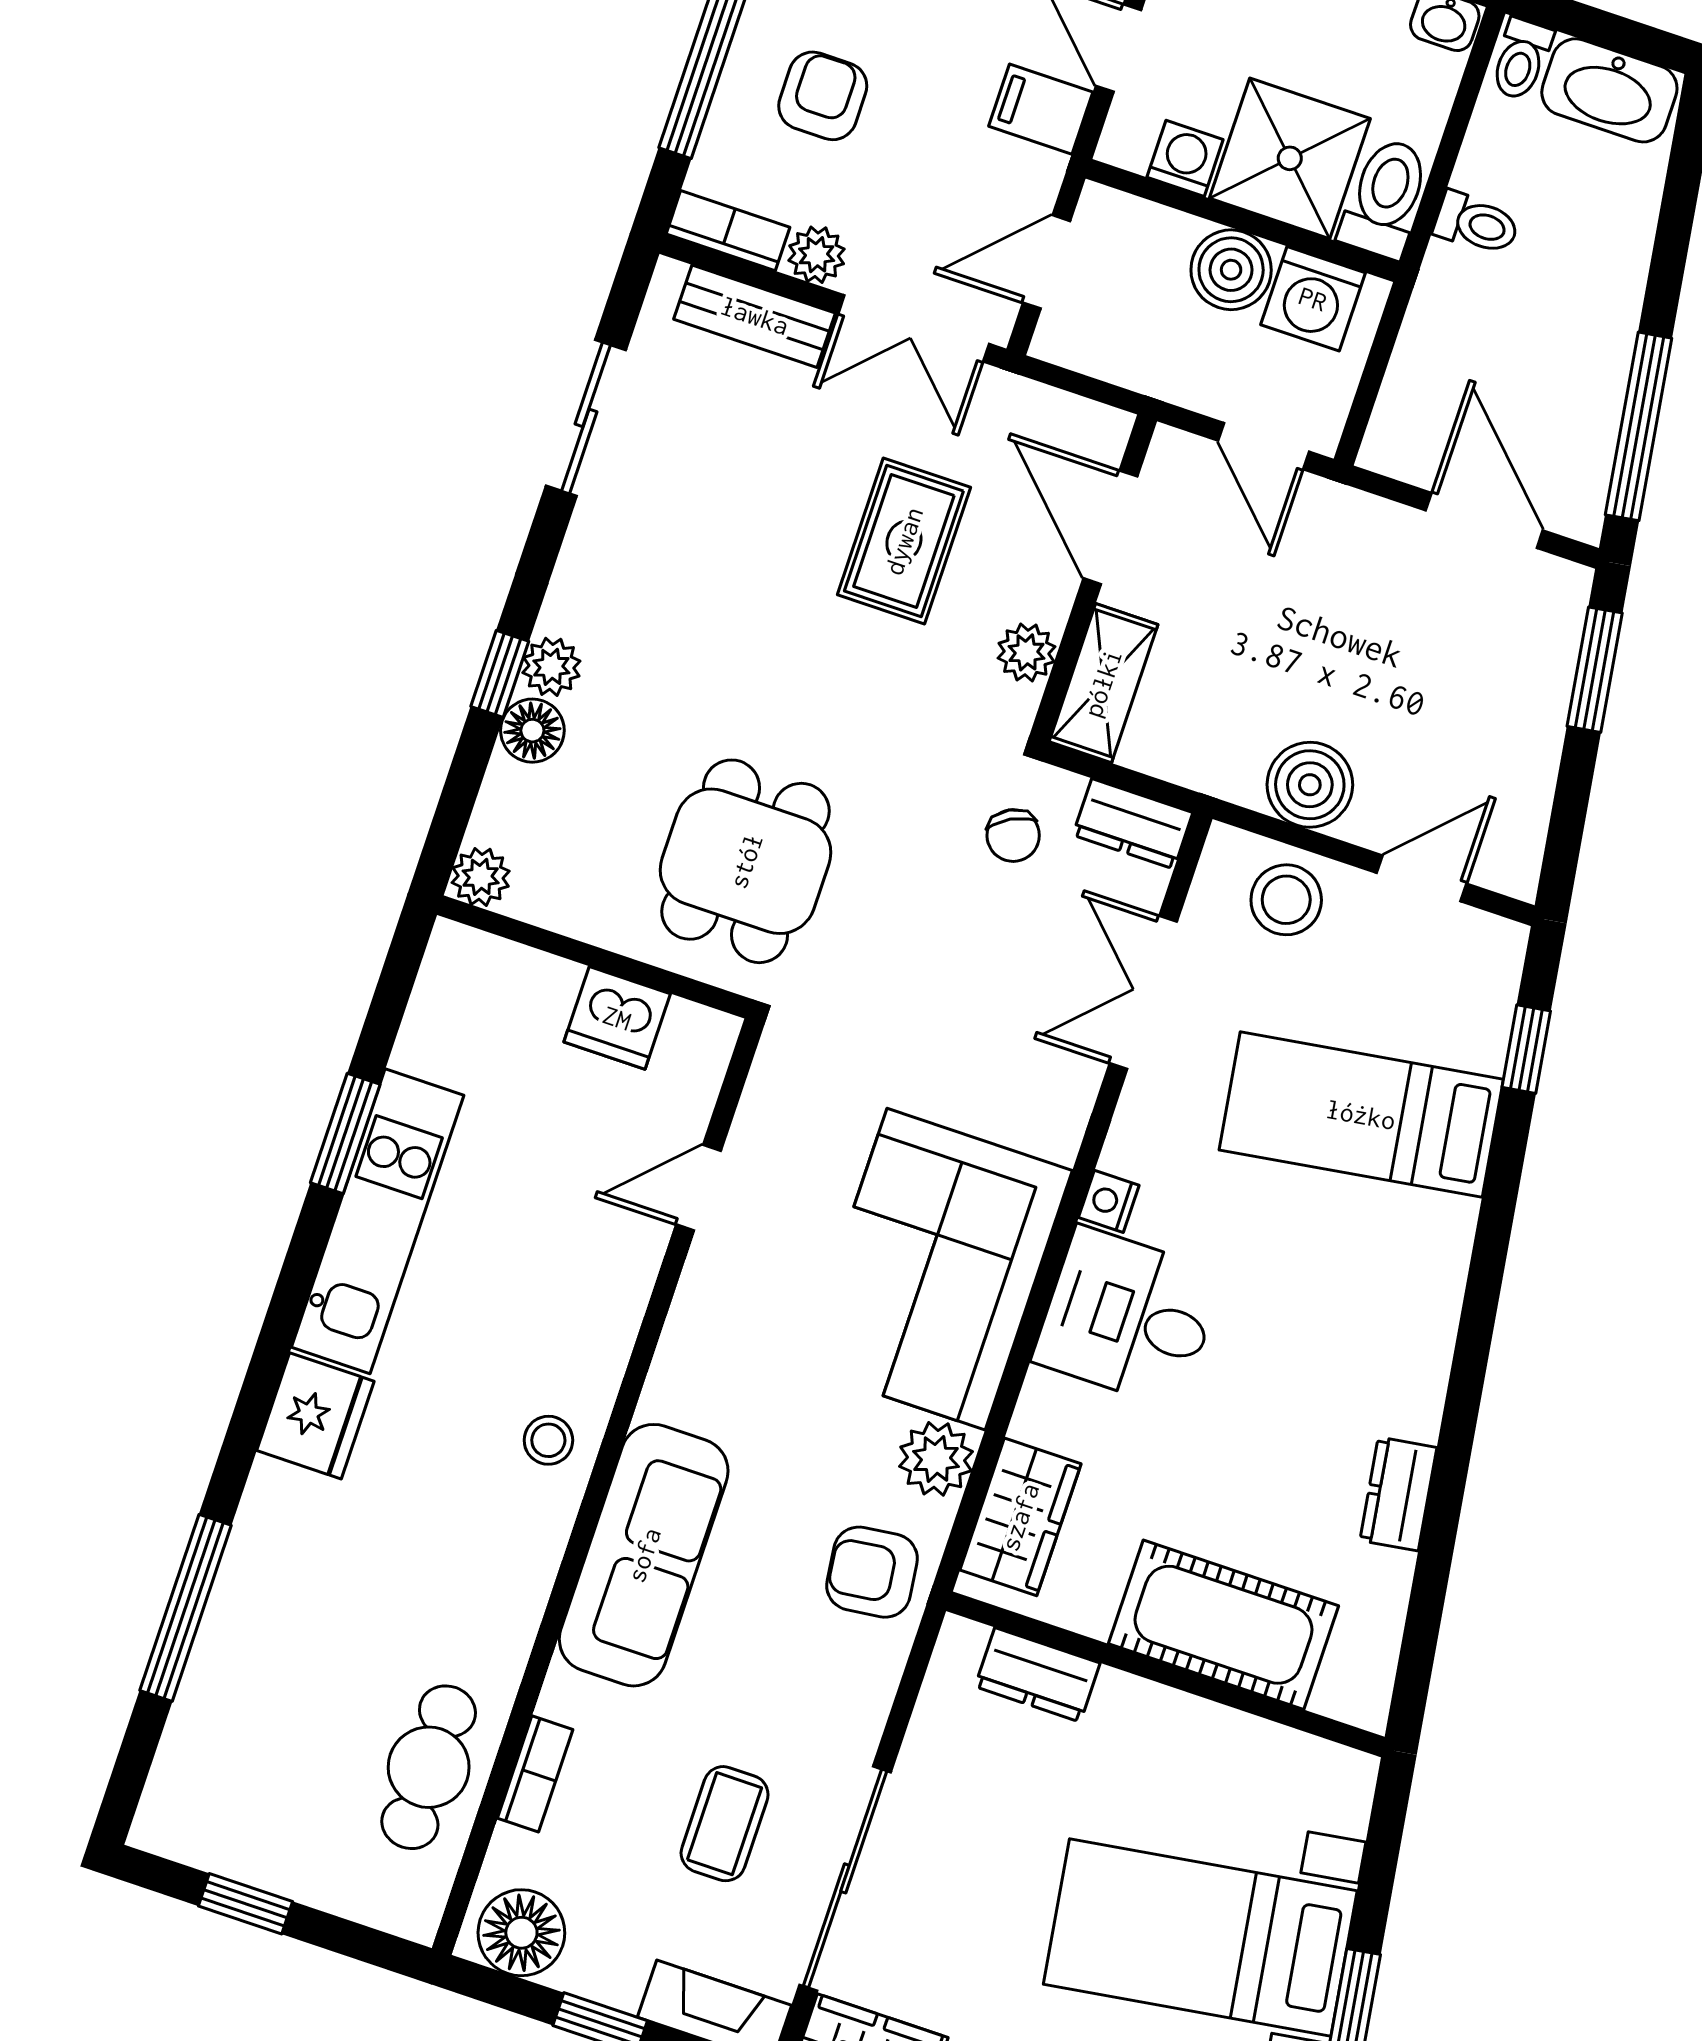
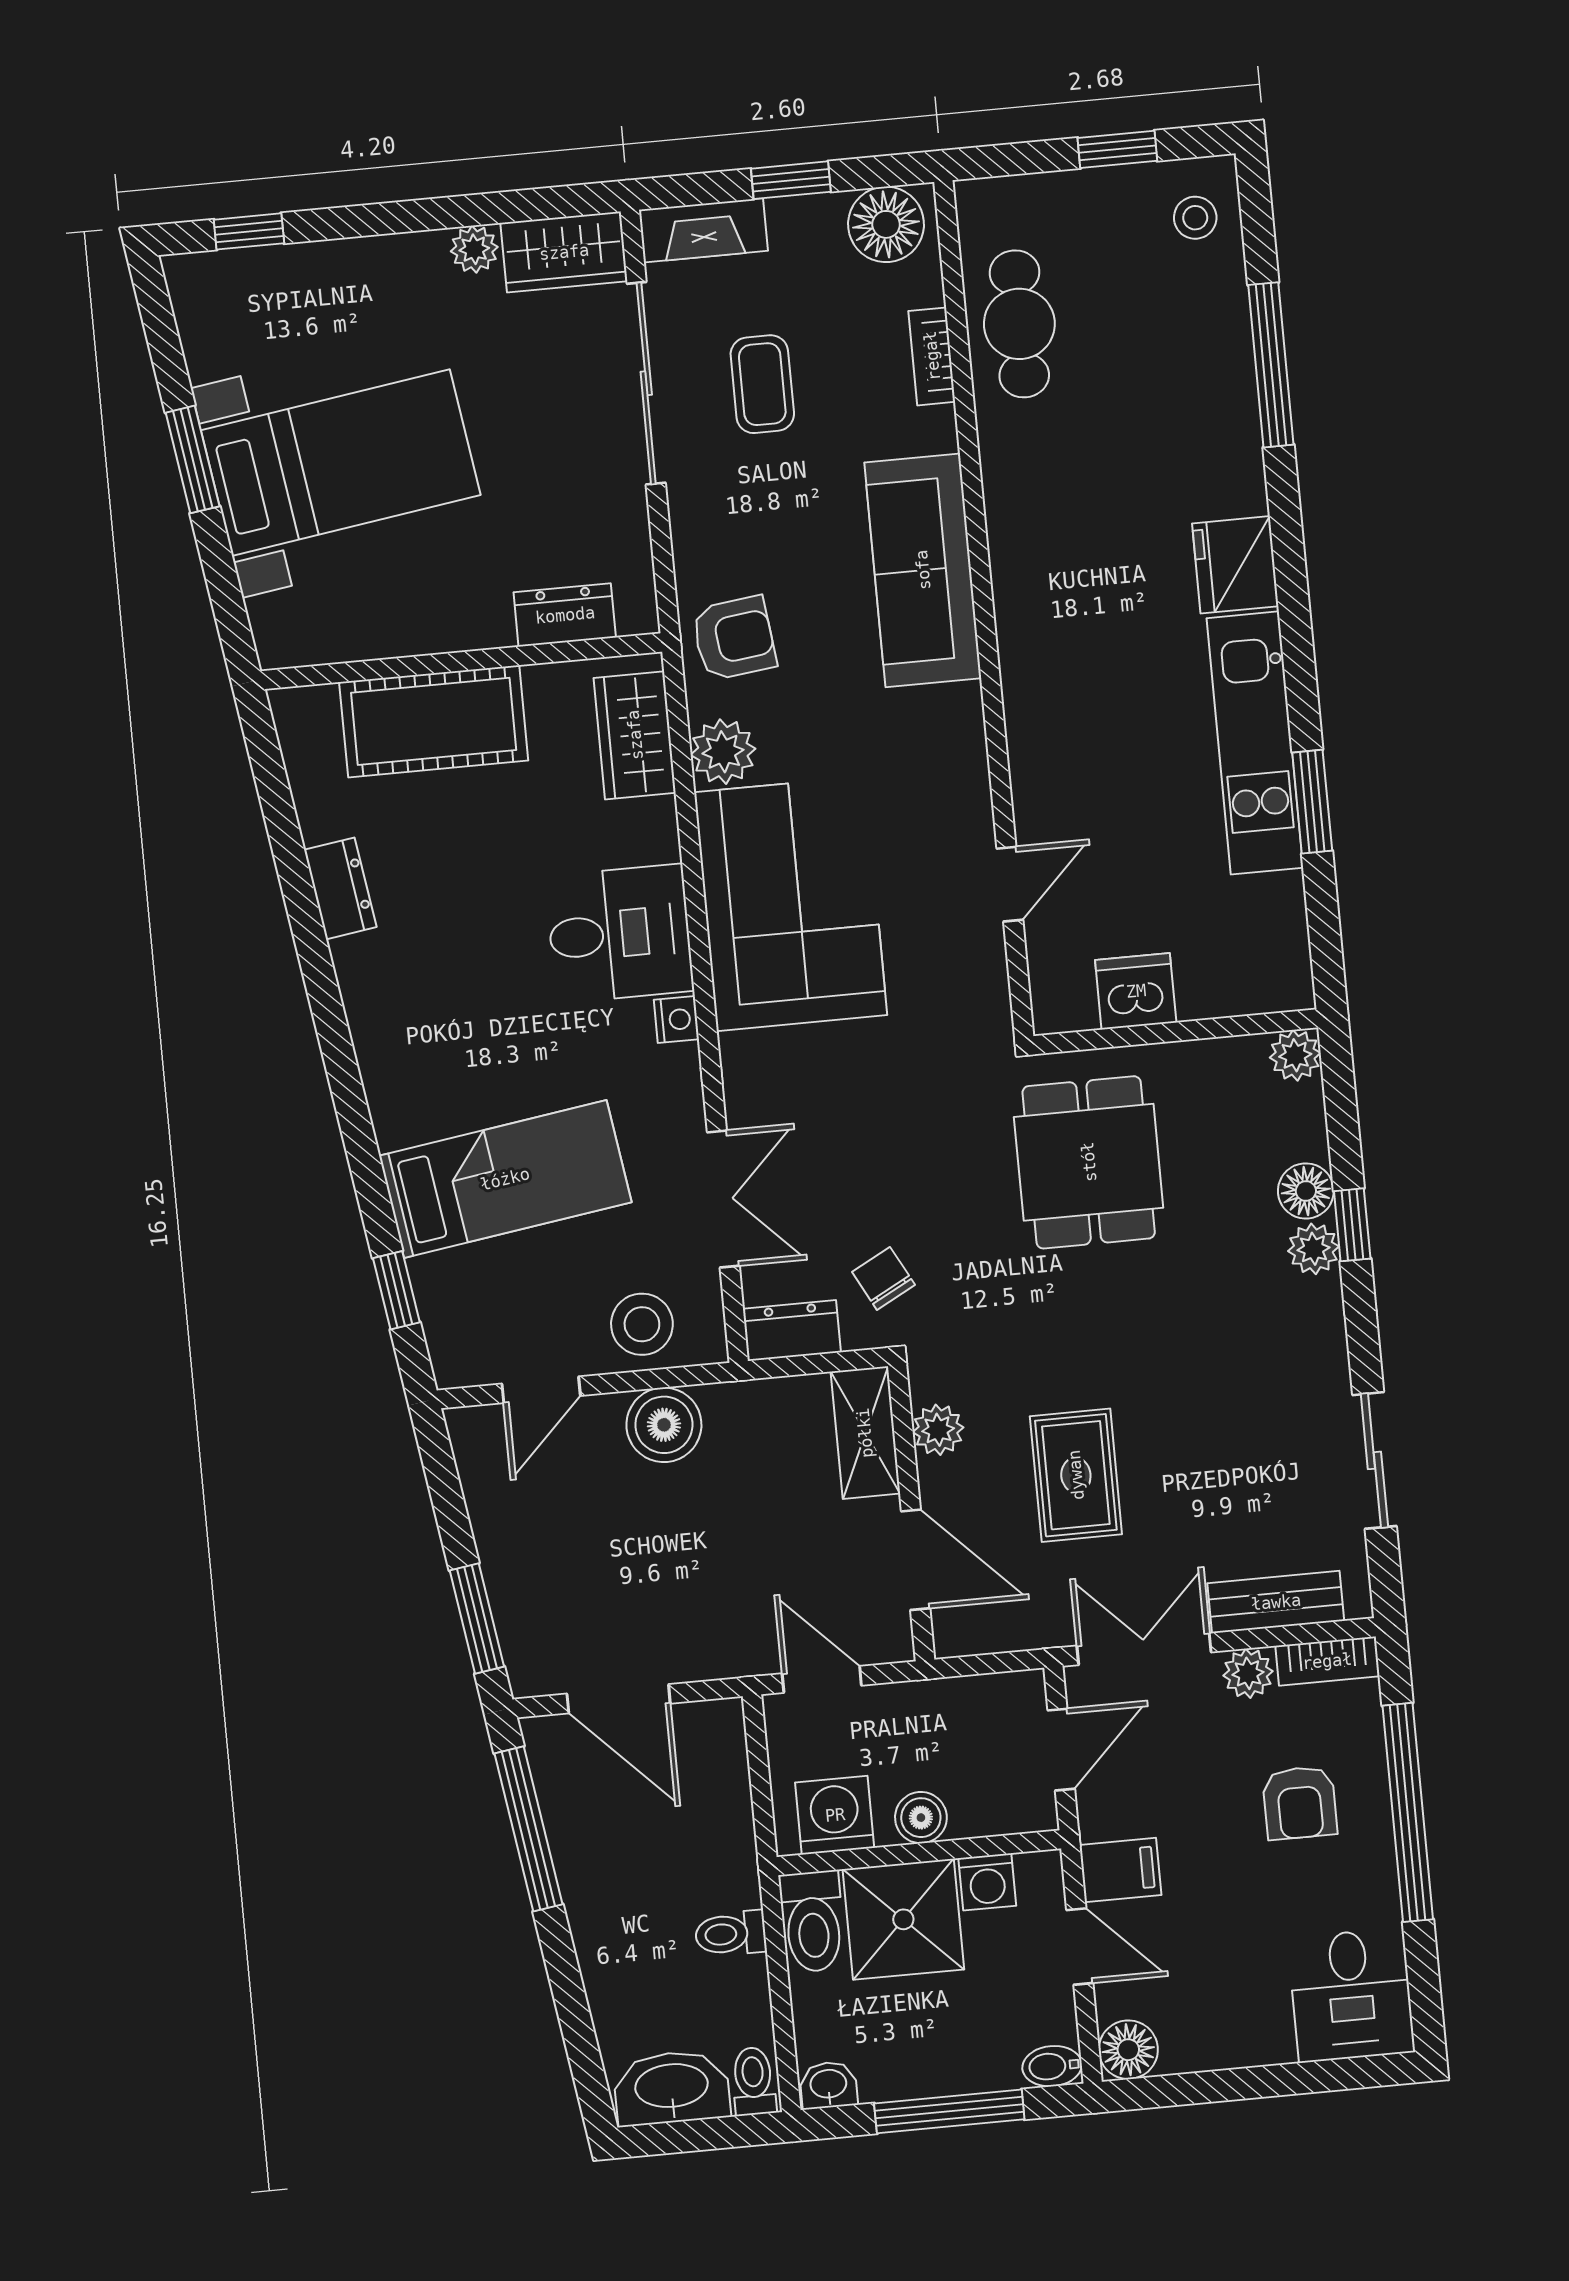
boiler: (1231, 270) -> (921, 1818), width x0.73, depth x0.73
stool: (548, 1440) -> (1195, 218), moved

